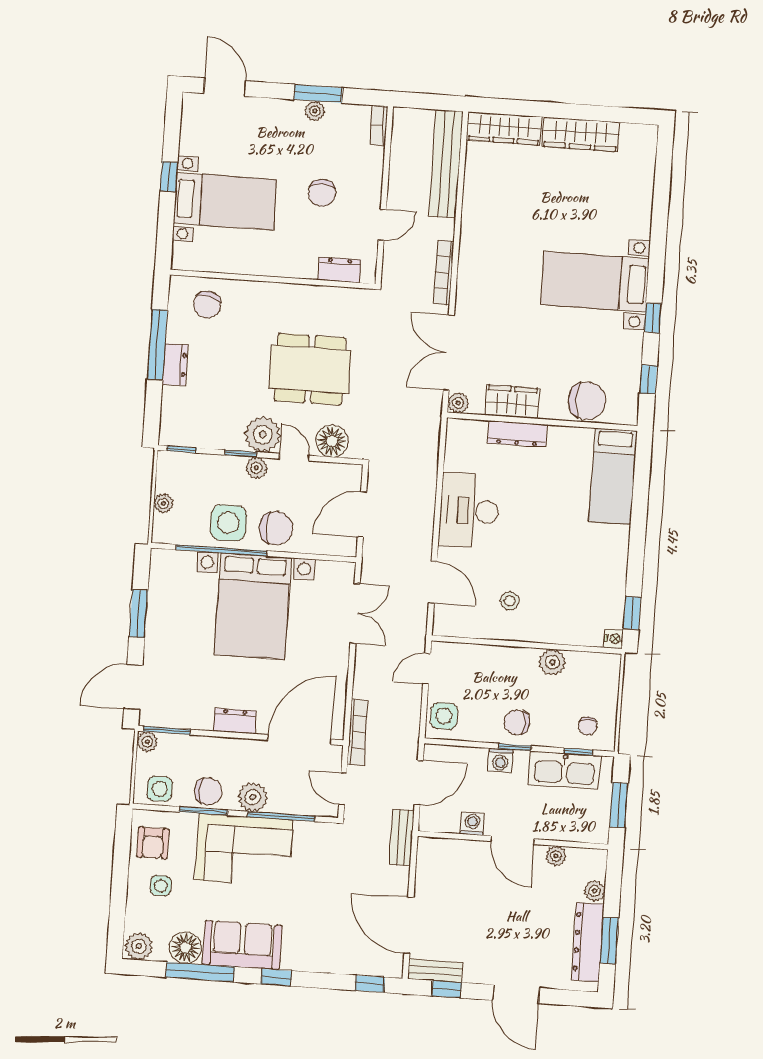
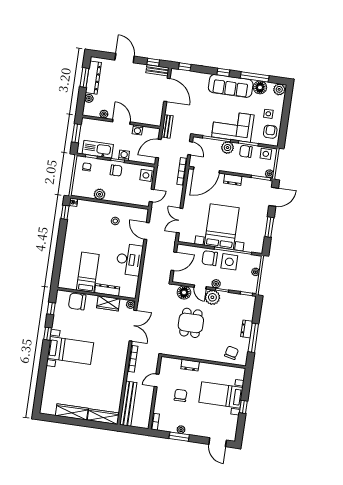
dresser: (339, 270) -> (190, 365), moved
dining table: (310, 369) -> (191, 323), width x0.73
bed: (613, 476) -> (88, 272), moved
sofa: (242, 945) -> (231, 86), width x1.36

